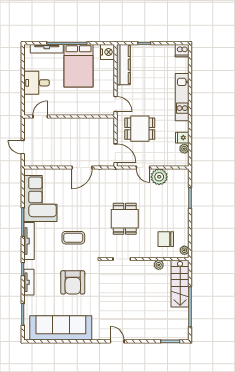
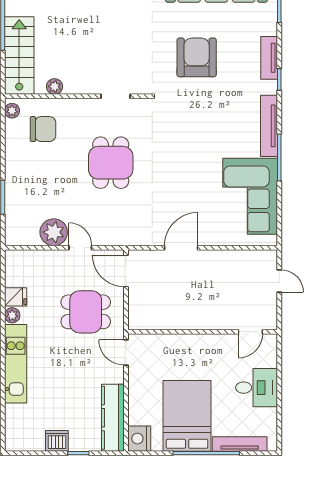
dishwasher: (182, 51) -> (57, 441), moved
plant: (184, 149) -> (12, 315), moved
coffee table: (73, 238) -> (196, 131), removed

